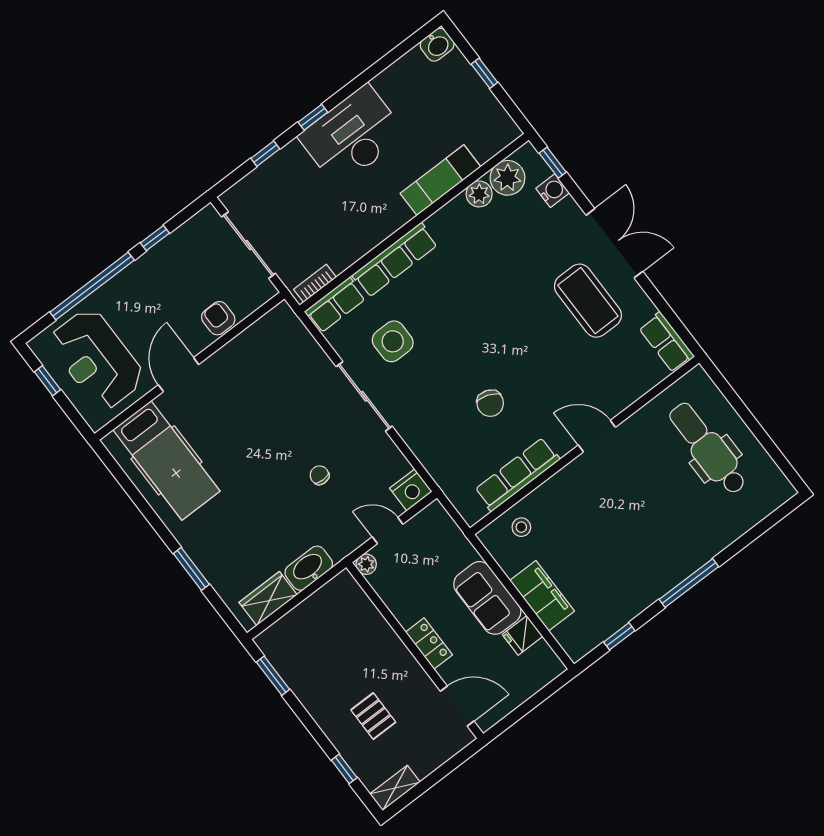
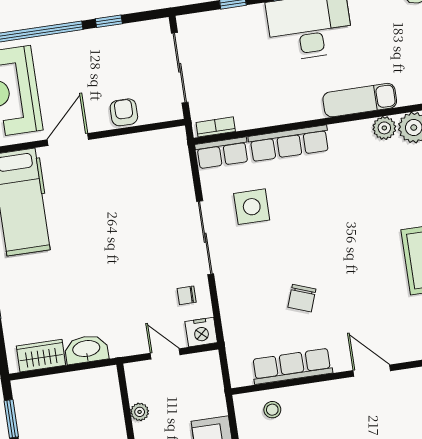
chair: (320, 475) -> (187, 295), moved, turned -90
plant: (366, 564) -> (140, 412), moved

